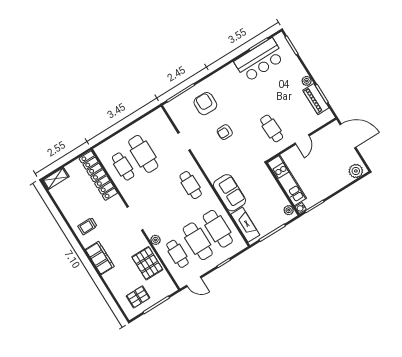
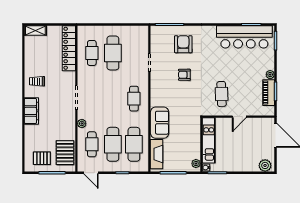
bar counter: (259, 60) -> (244, 37), width x1.36
pallet: (147, 263) -> (65, 153), moved

